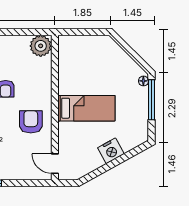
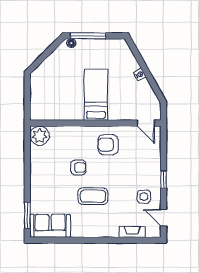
nightstand: (111, 151) -> (140, 74), width x0.53, depth x0.56
door: (55, 164) -> (146, 123), hinge flipped

